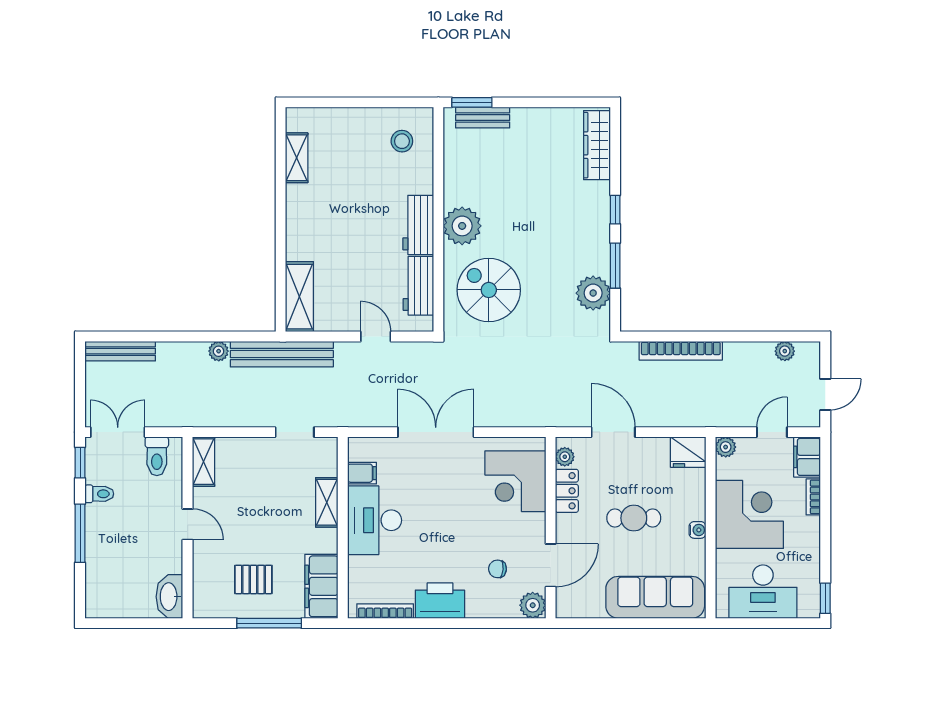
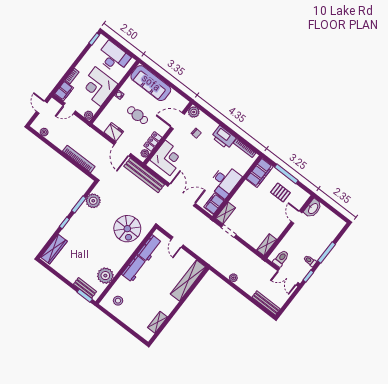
plant: (462, 226) -> (105, 276), moved
shelving: (299, 297) -> (188, 281), width x1.47
bench: (282, 354) -> (144, 175), moved
door: (825, 394) -> (42, 107), hinge flipped
double door: (436, 432) -> (182, 195), swing flipped
fridge: (688, 452) -> (114, 132), moved
filing cabinet: (362, 473) -> (214, 204), width x2.00
shelving: (327, 502) -> (226, 213), moved
door: (188, 524) -> (297, 217), moved

